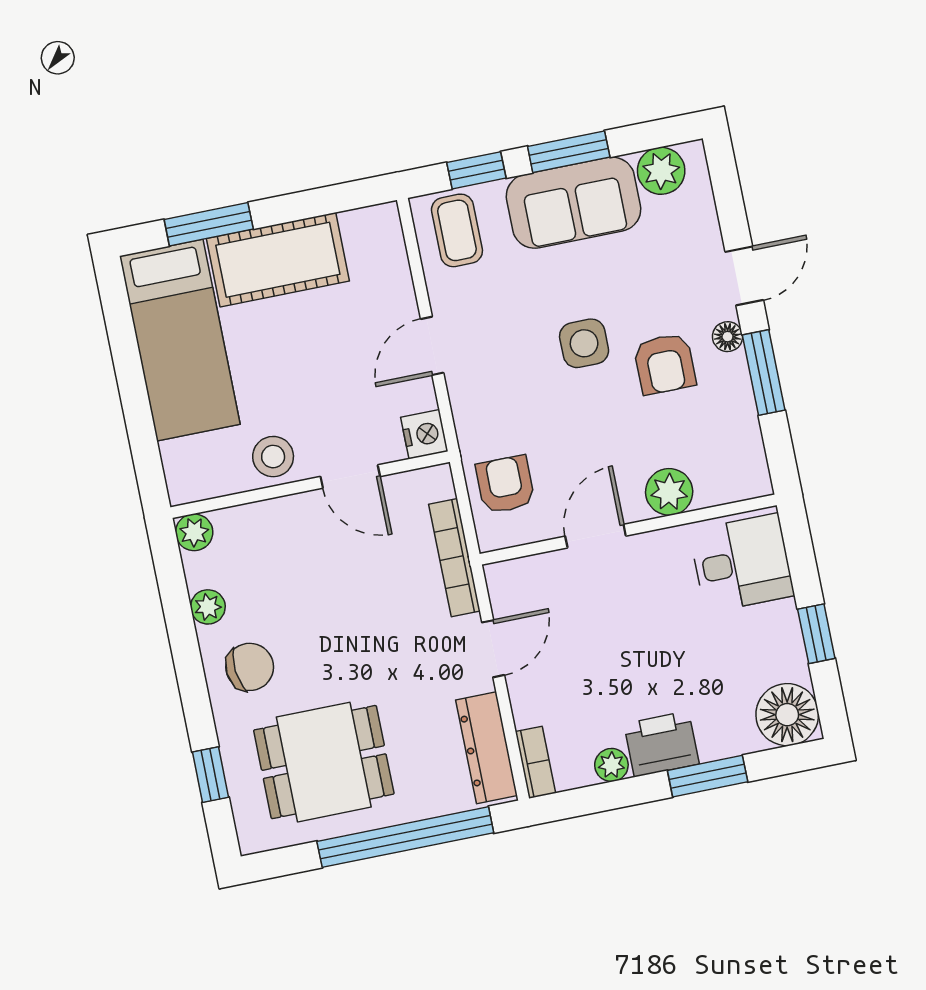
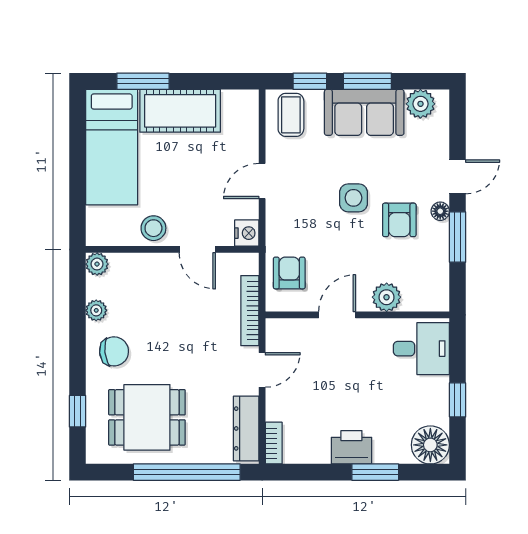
plant: (611, 765) -> (319, 454), removed

